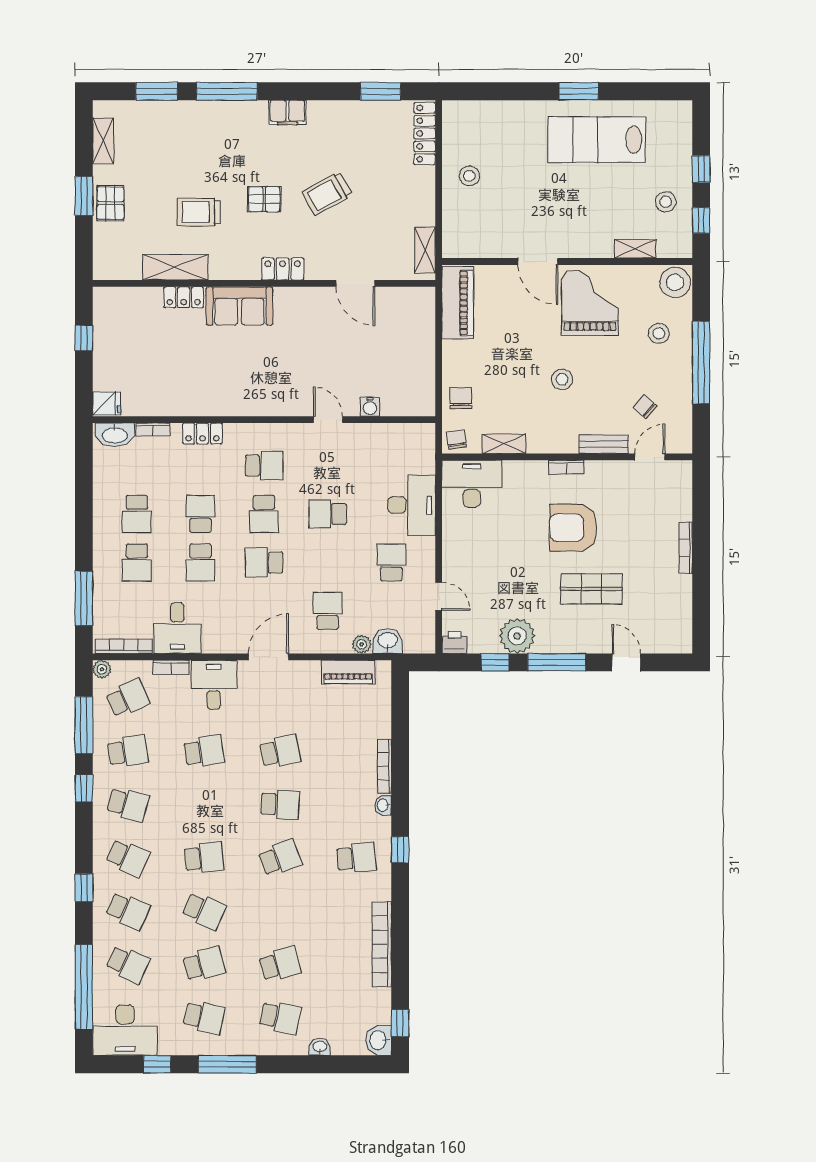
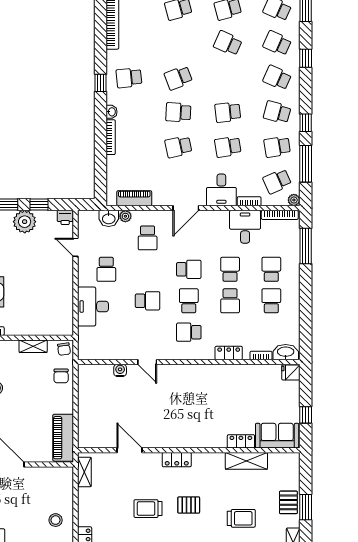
trolley: (327, 194) -> (148, 509), turned -151
trolley: (199, 212) -> (241, 518), moved
sofa: (239, 306) -> (277, 436), moved
desk: (472, 484) -> (54, 320), removed
school desk: (204, 858) -> (228, 112), moved

